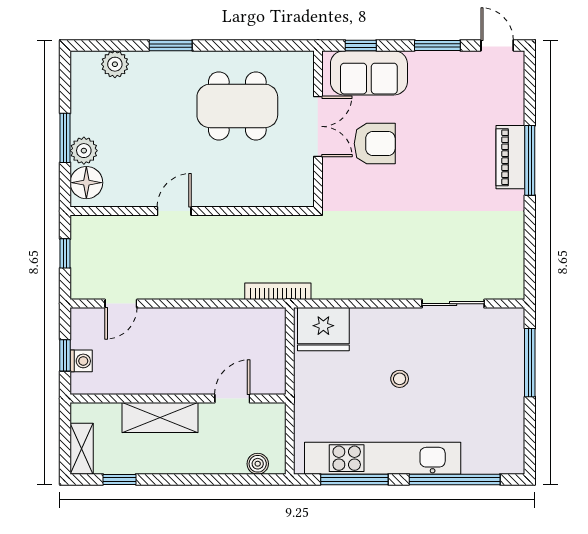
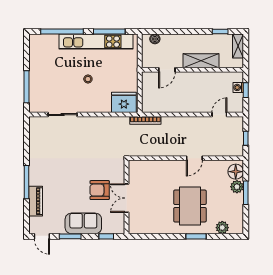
sofa: (369, 73) -> (83, 223), moved
dining table: (237, 106) -> (190, 206), moved, turned 90
piano: (510, 157) -> (36, 201), moved

